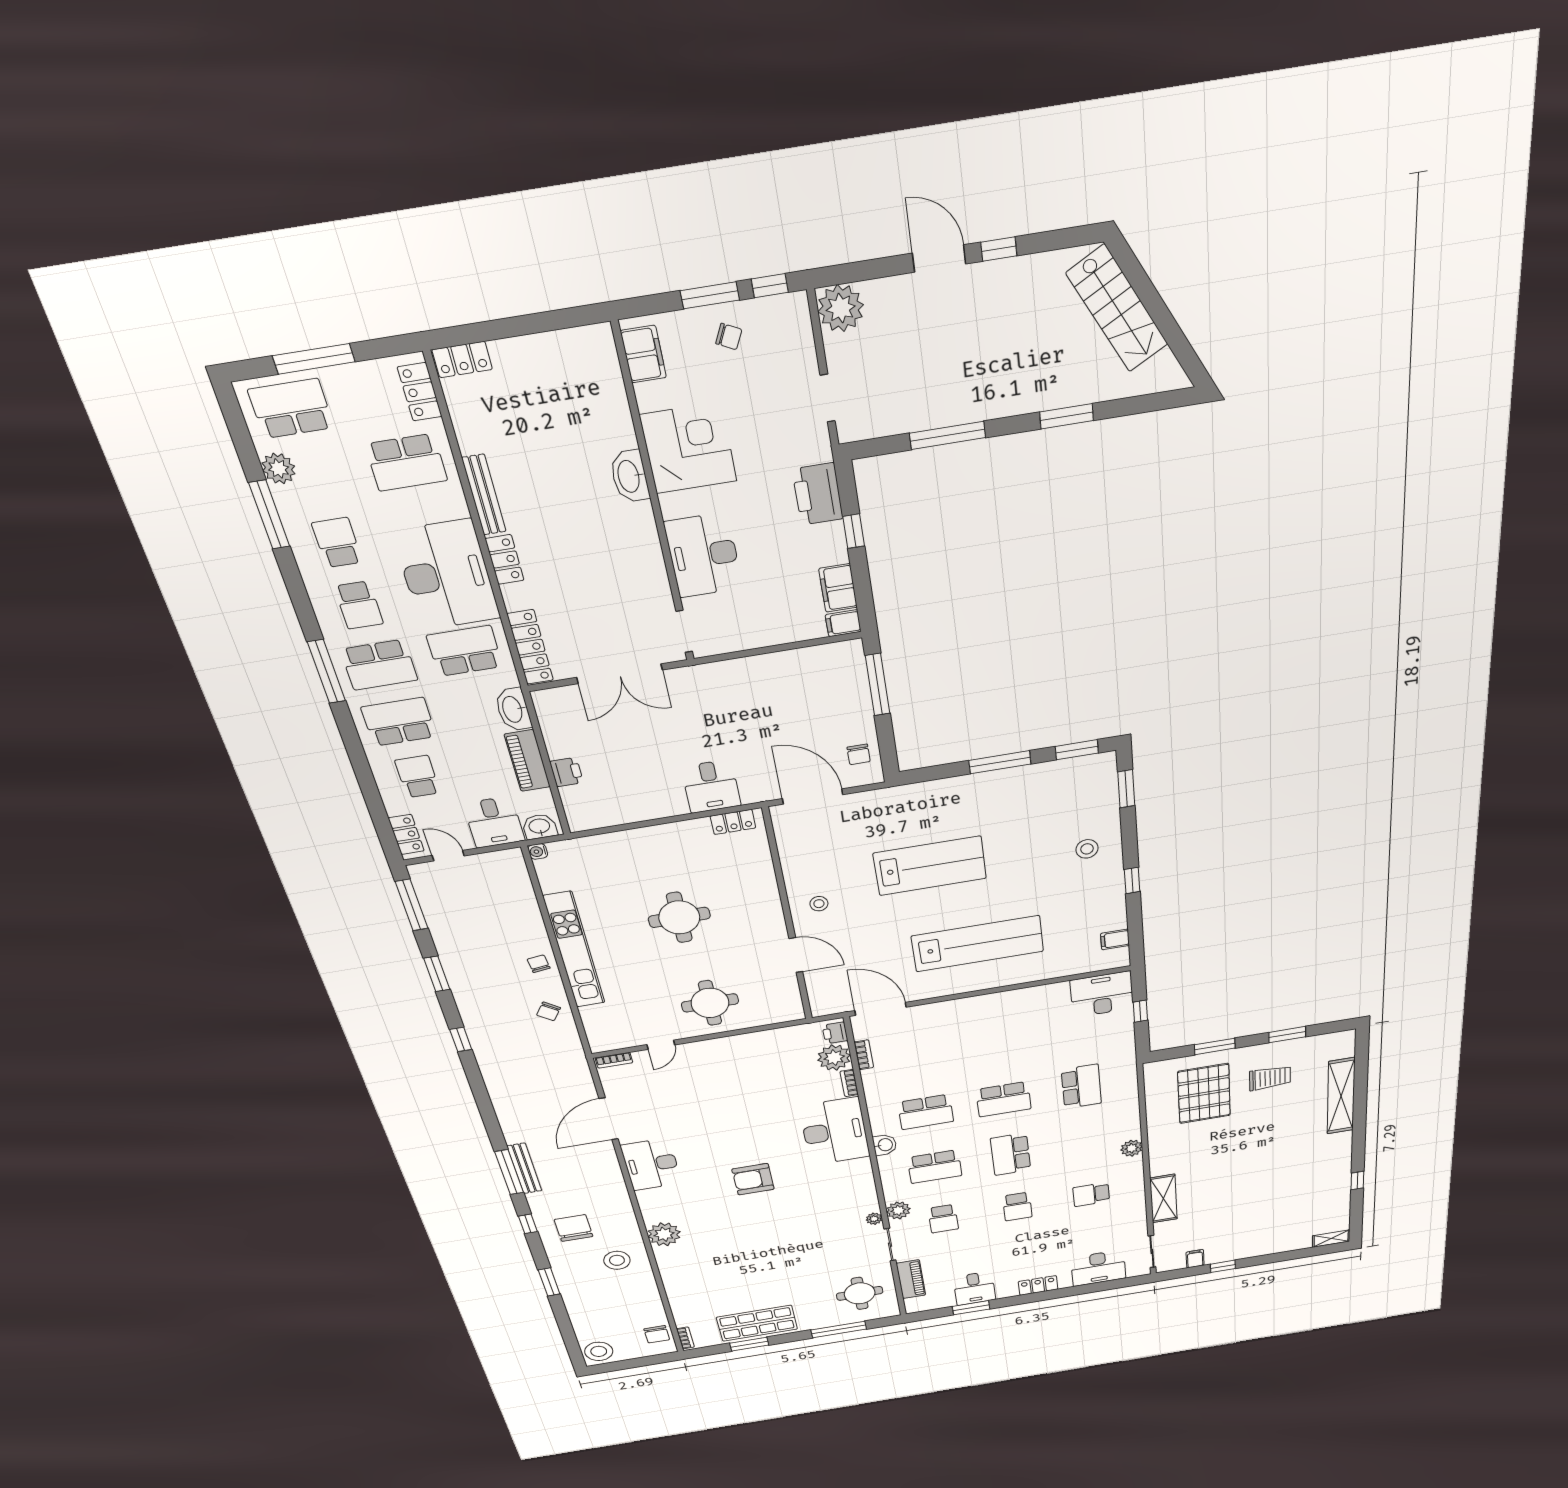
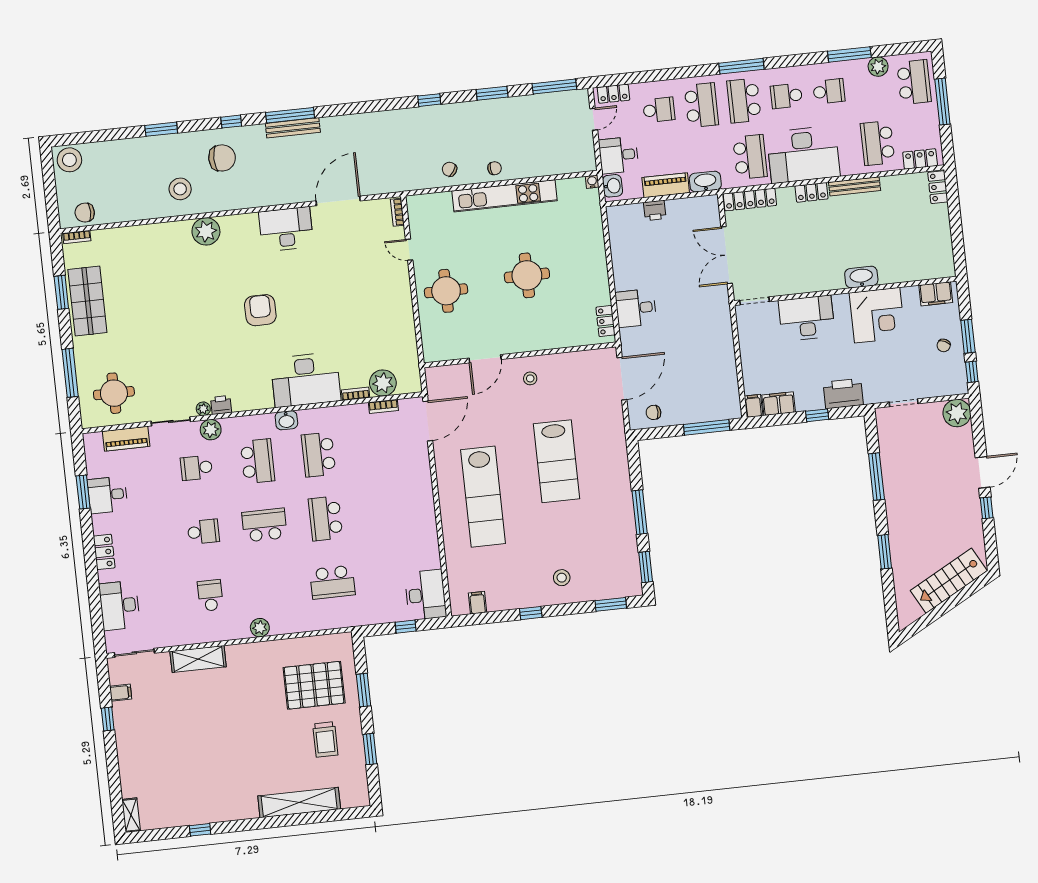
printer: (835, 1033) -> (221, 405), moved
door: (609, 1119) -> (338, 201), hinge flipped
school desk: (935, 1167) -> (258, 461), turned 180
school desk: (1017, 1207) -> (203, 532), turned 180

